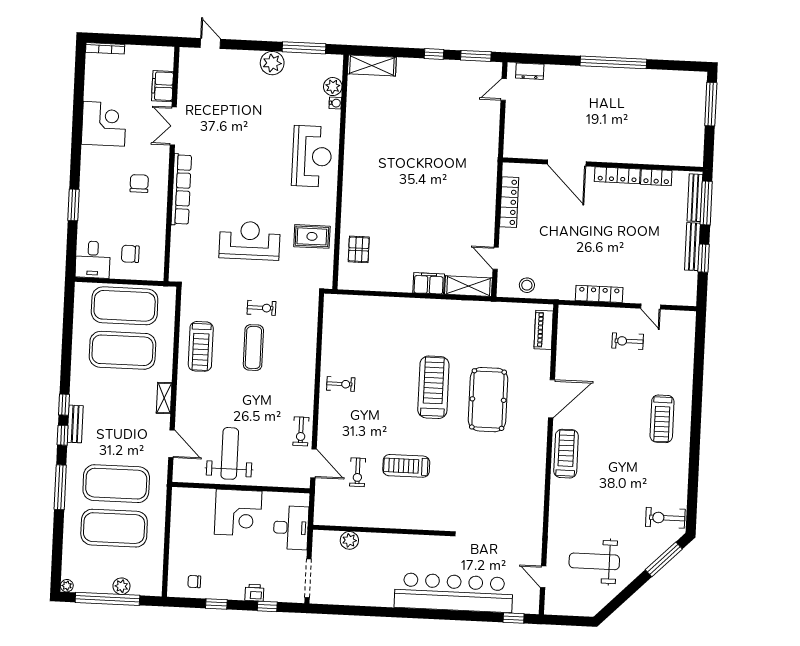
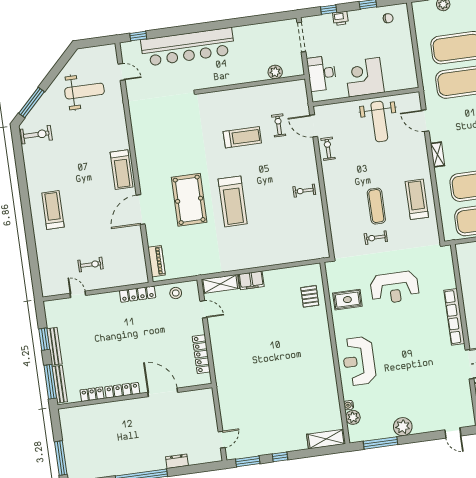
dresser: (530, 71) -> (177, 461), moved
locker: (599, 294) -> (138, 294), moved

